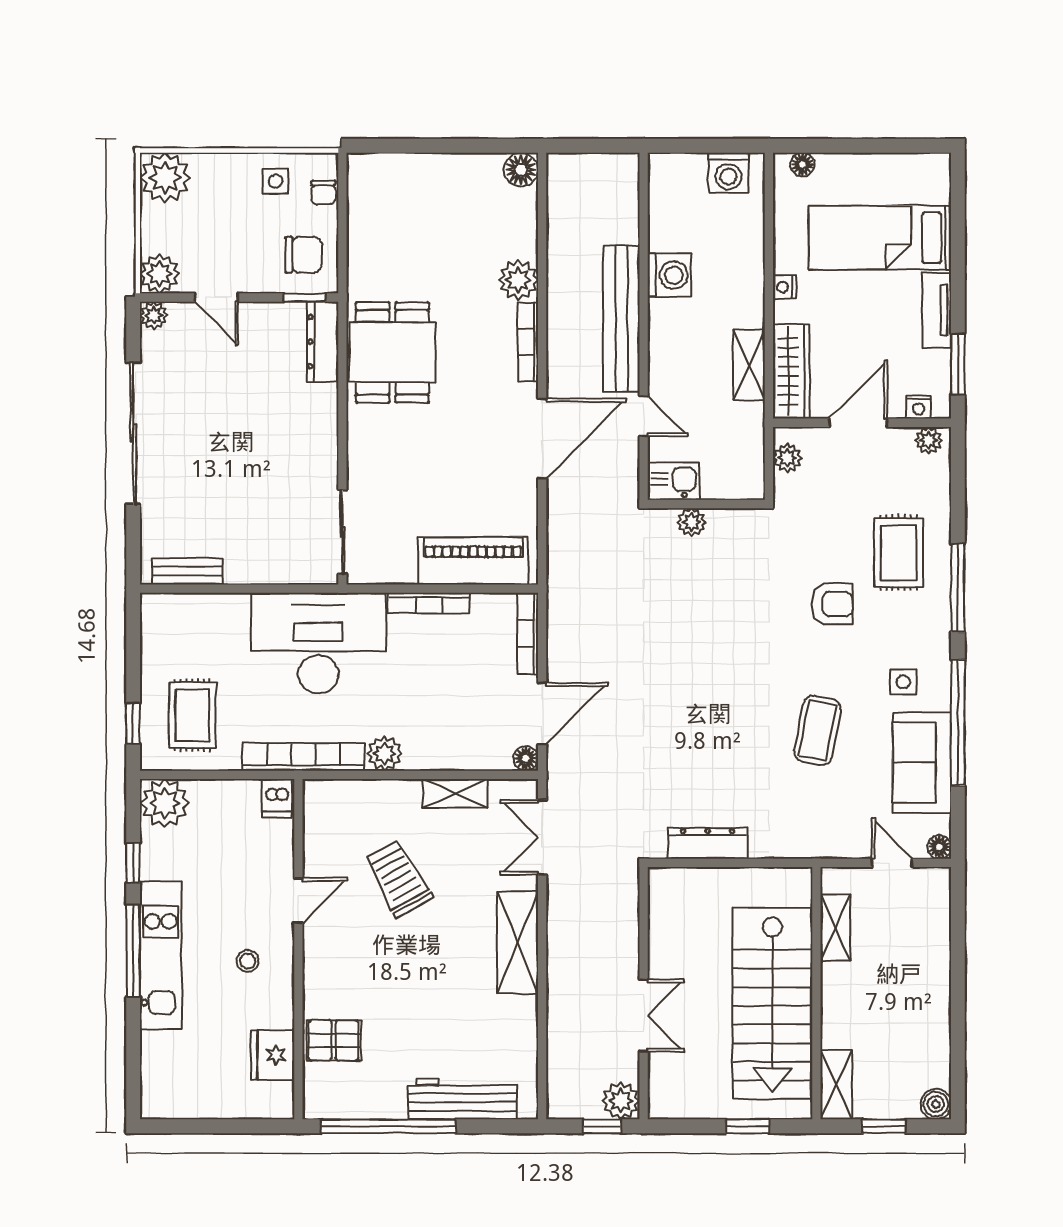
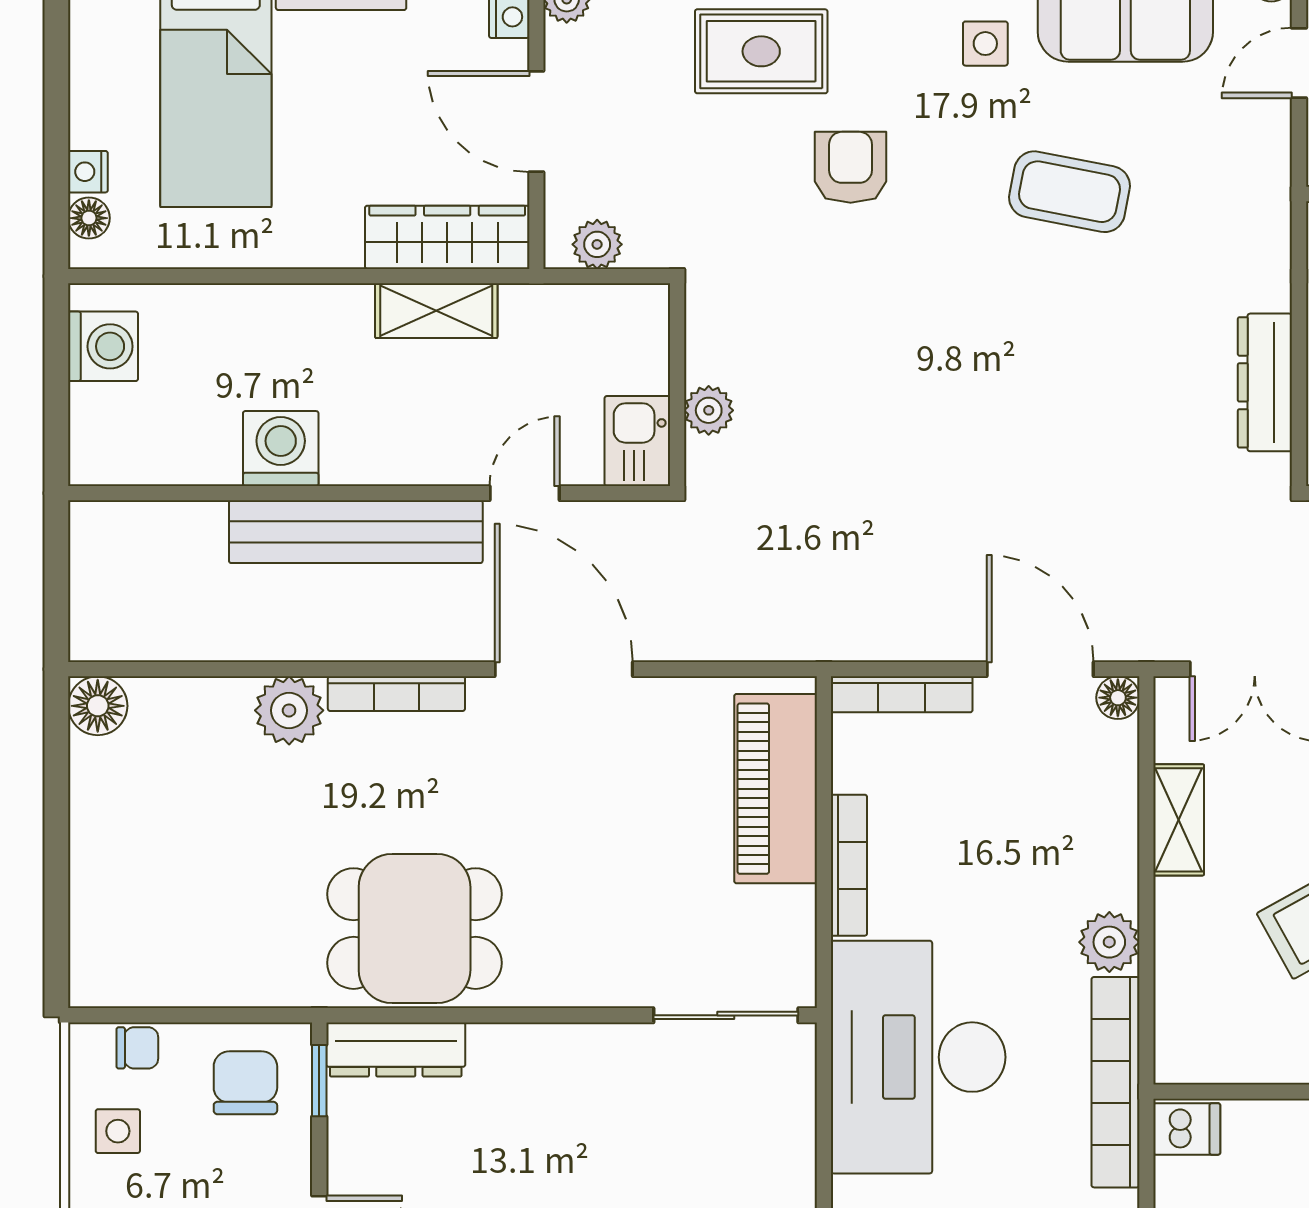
nightstand: (784, 287) -> (88, 172), moved, turned 90

